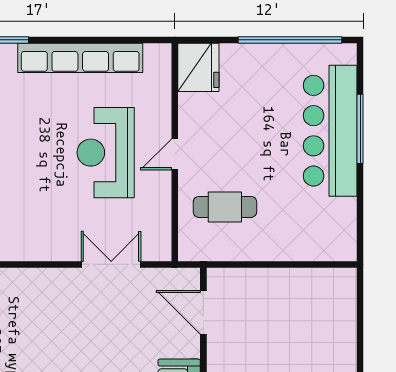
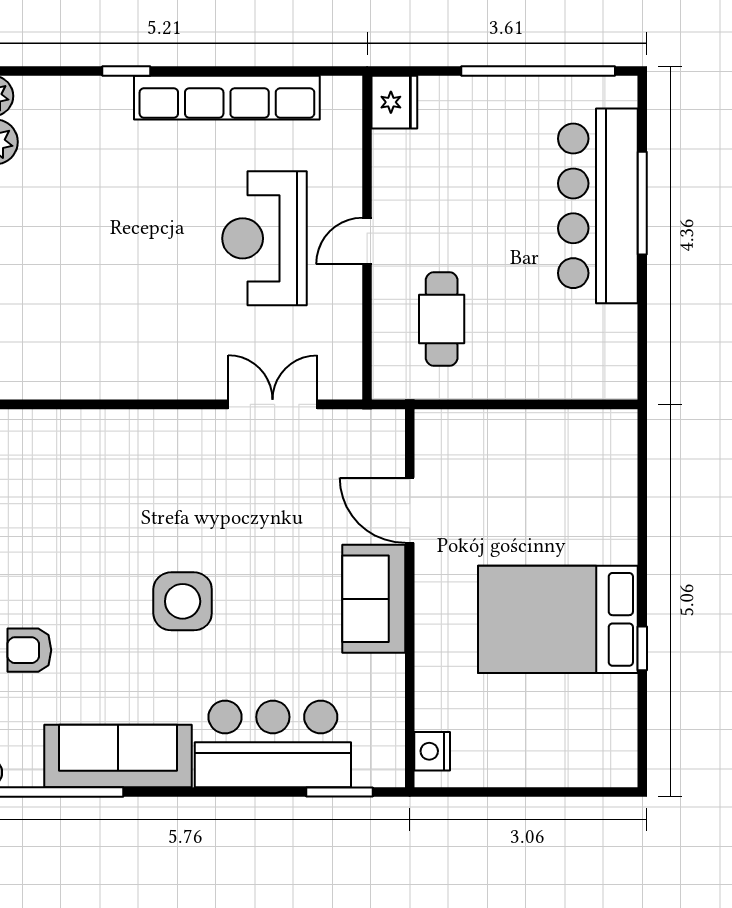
fridge: (198, 67) -> (394, 102), width x0.73, depth x0.75
cafe table: (225, 207) -> (442, 319), turned 90
door: (203, 312) -> (410, 510), moved

